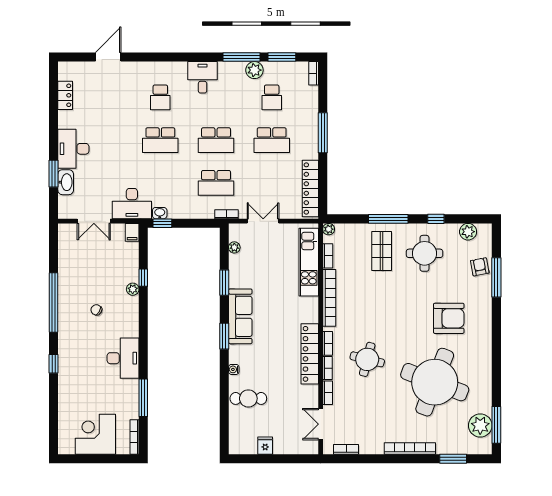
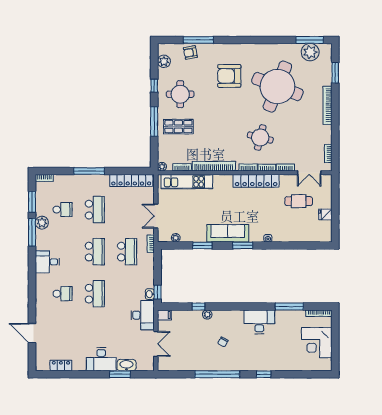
armchair: (449, 318) -> (229, 76), turned -90
cafe table: (248, 398) -> (299, 201), moved, turned 90

